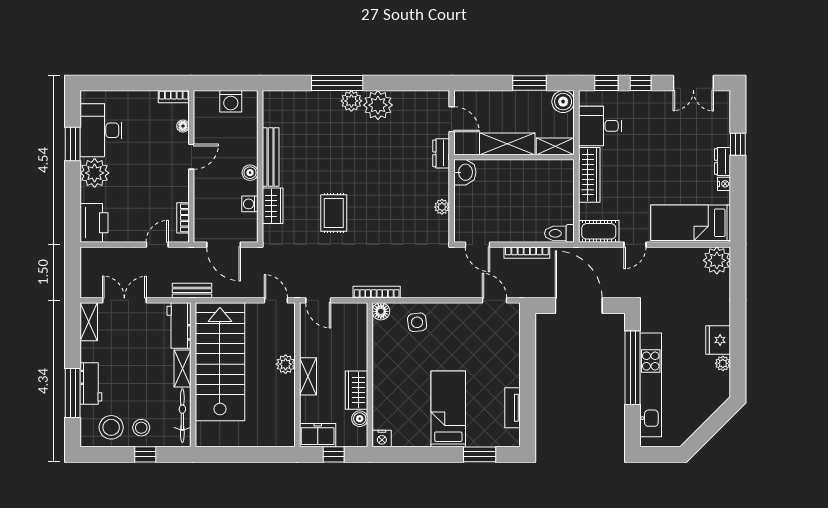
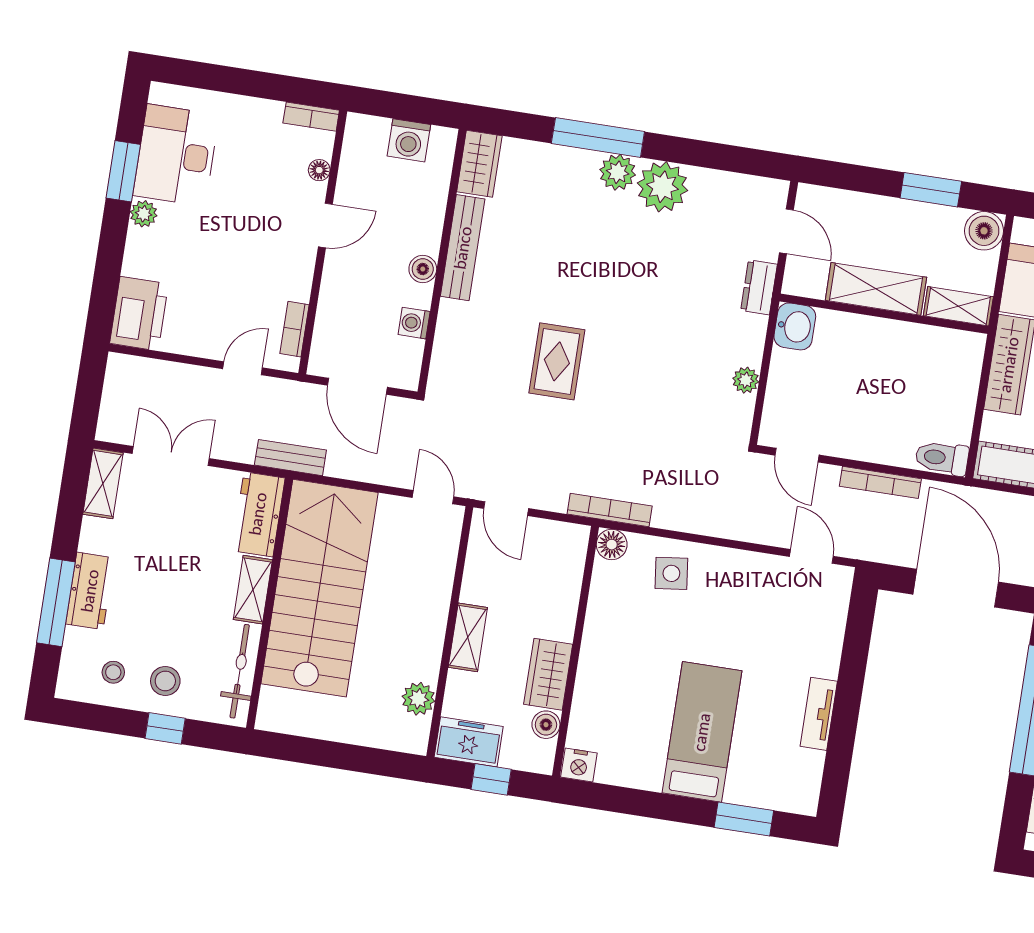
plant: (95, 173) -> (144, 214), width x0.53, depth x0.53
wardrobe: (273, 206) -> (479, 164), moved
plant: (286, 364) -> (418, 699), moved
tv unit: (513, 408) -> (819, 714), moved
stool: (111, 427) -> (113, 672), width x0.53, depth x0.53

